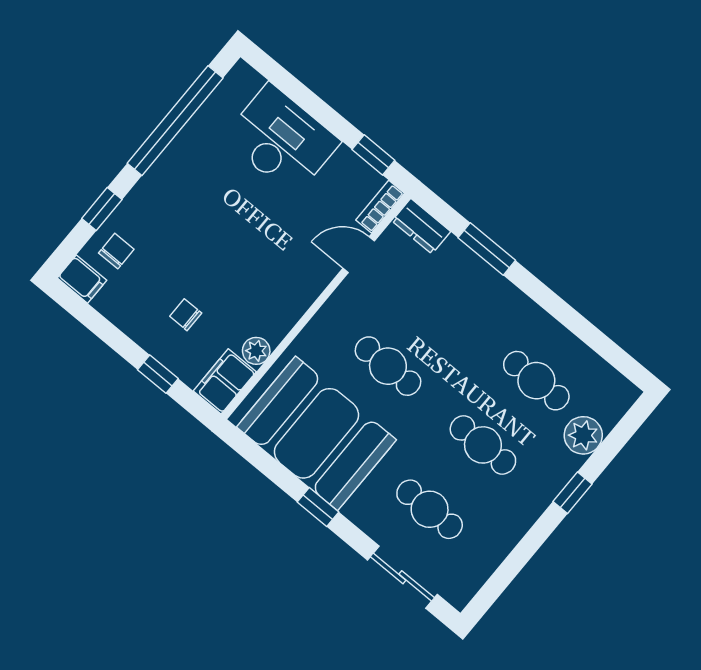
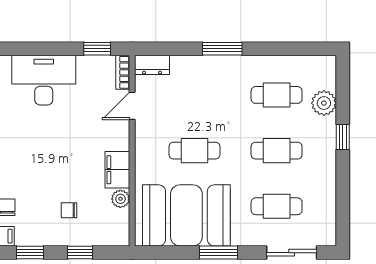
window: (487, 249) -> (222, 49), moved
window: (100, 326) -> (30, 253), added
filing cabinet: (225, 381) -> (117, 170), moved
window: (318, 507) -> (219, 253), width x1.50

